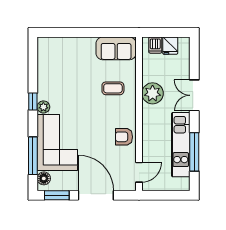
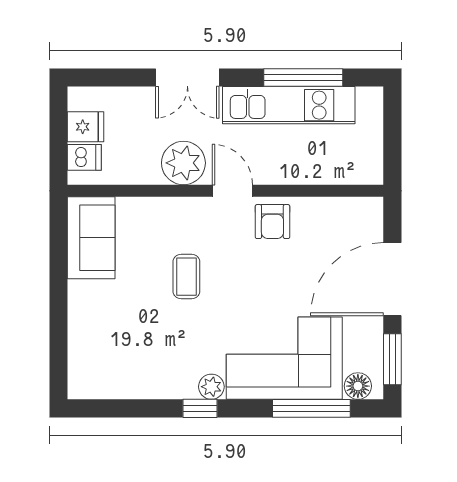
coffee table: (113, 88) -> (186, 277), moved
door: (139, 172) -> (232, 191), moved

